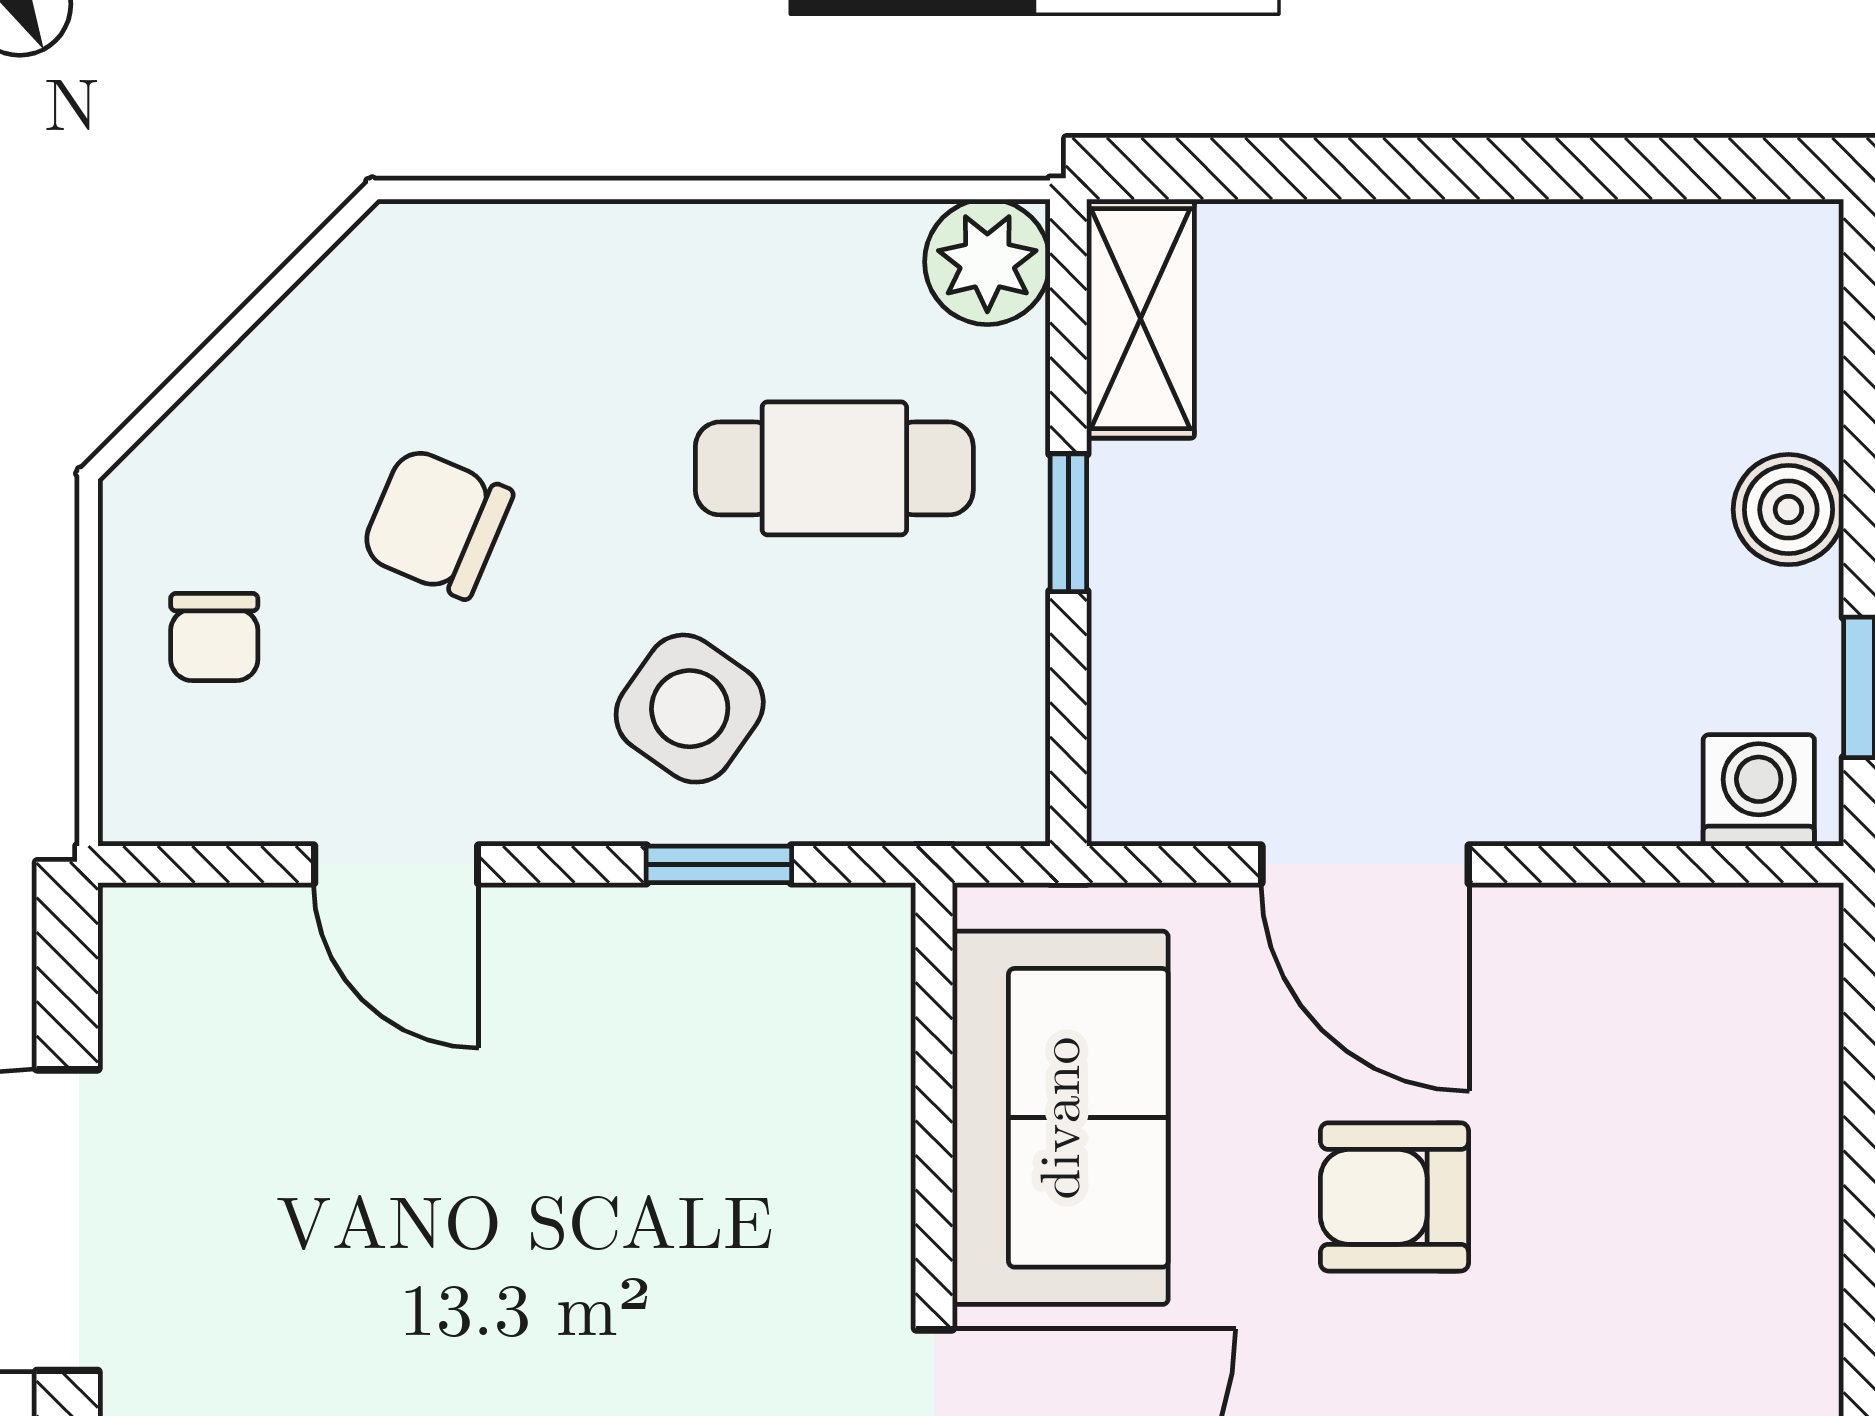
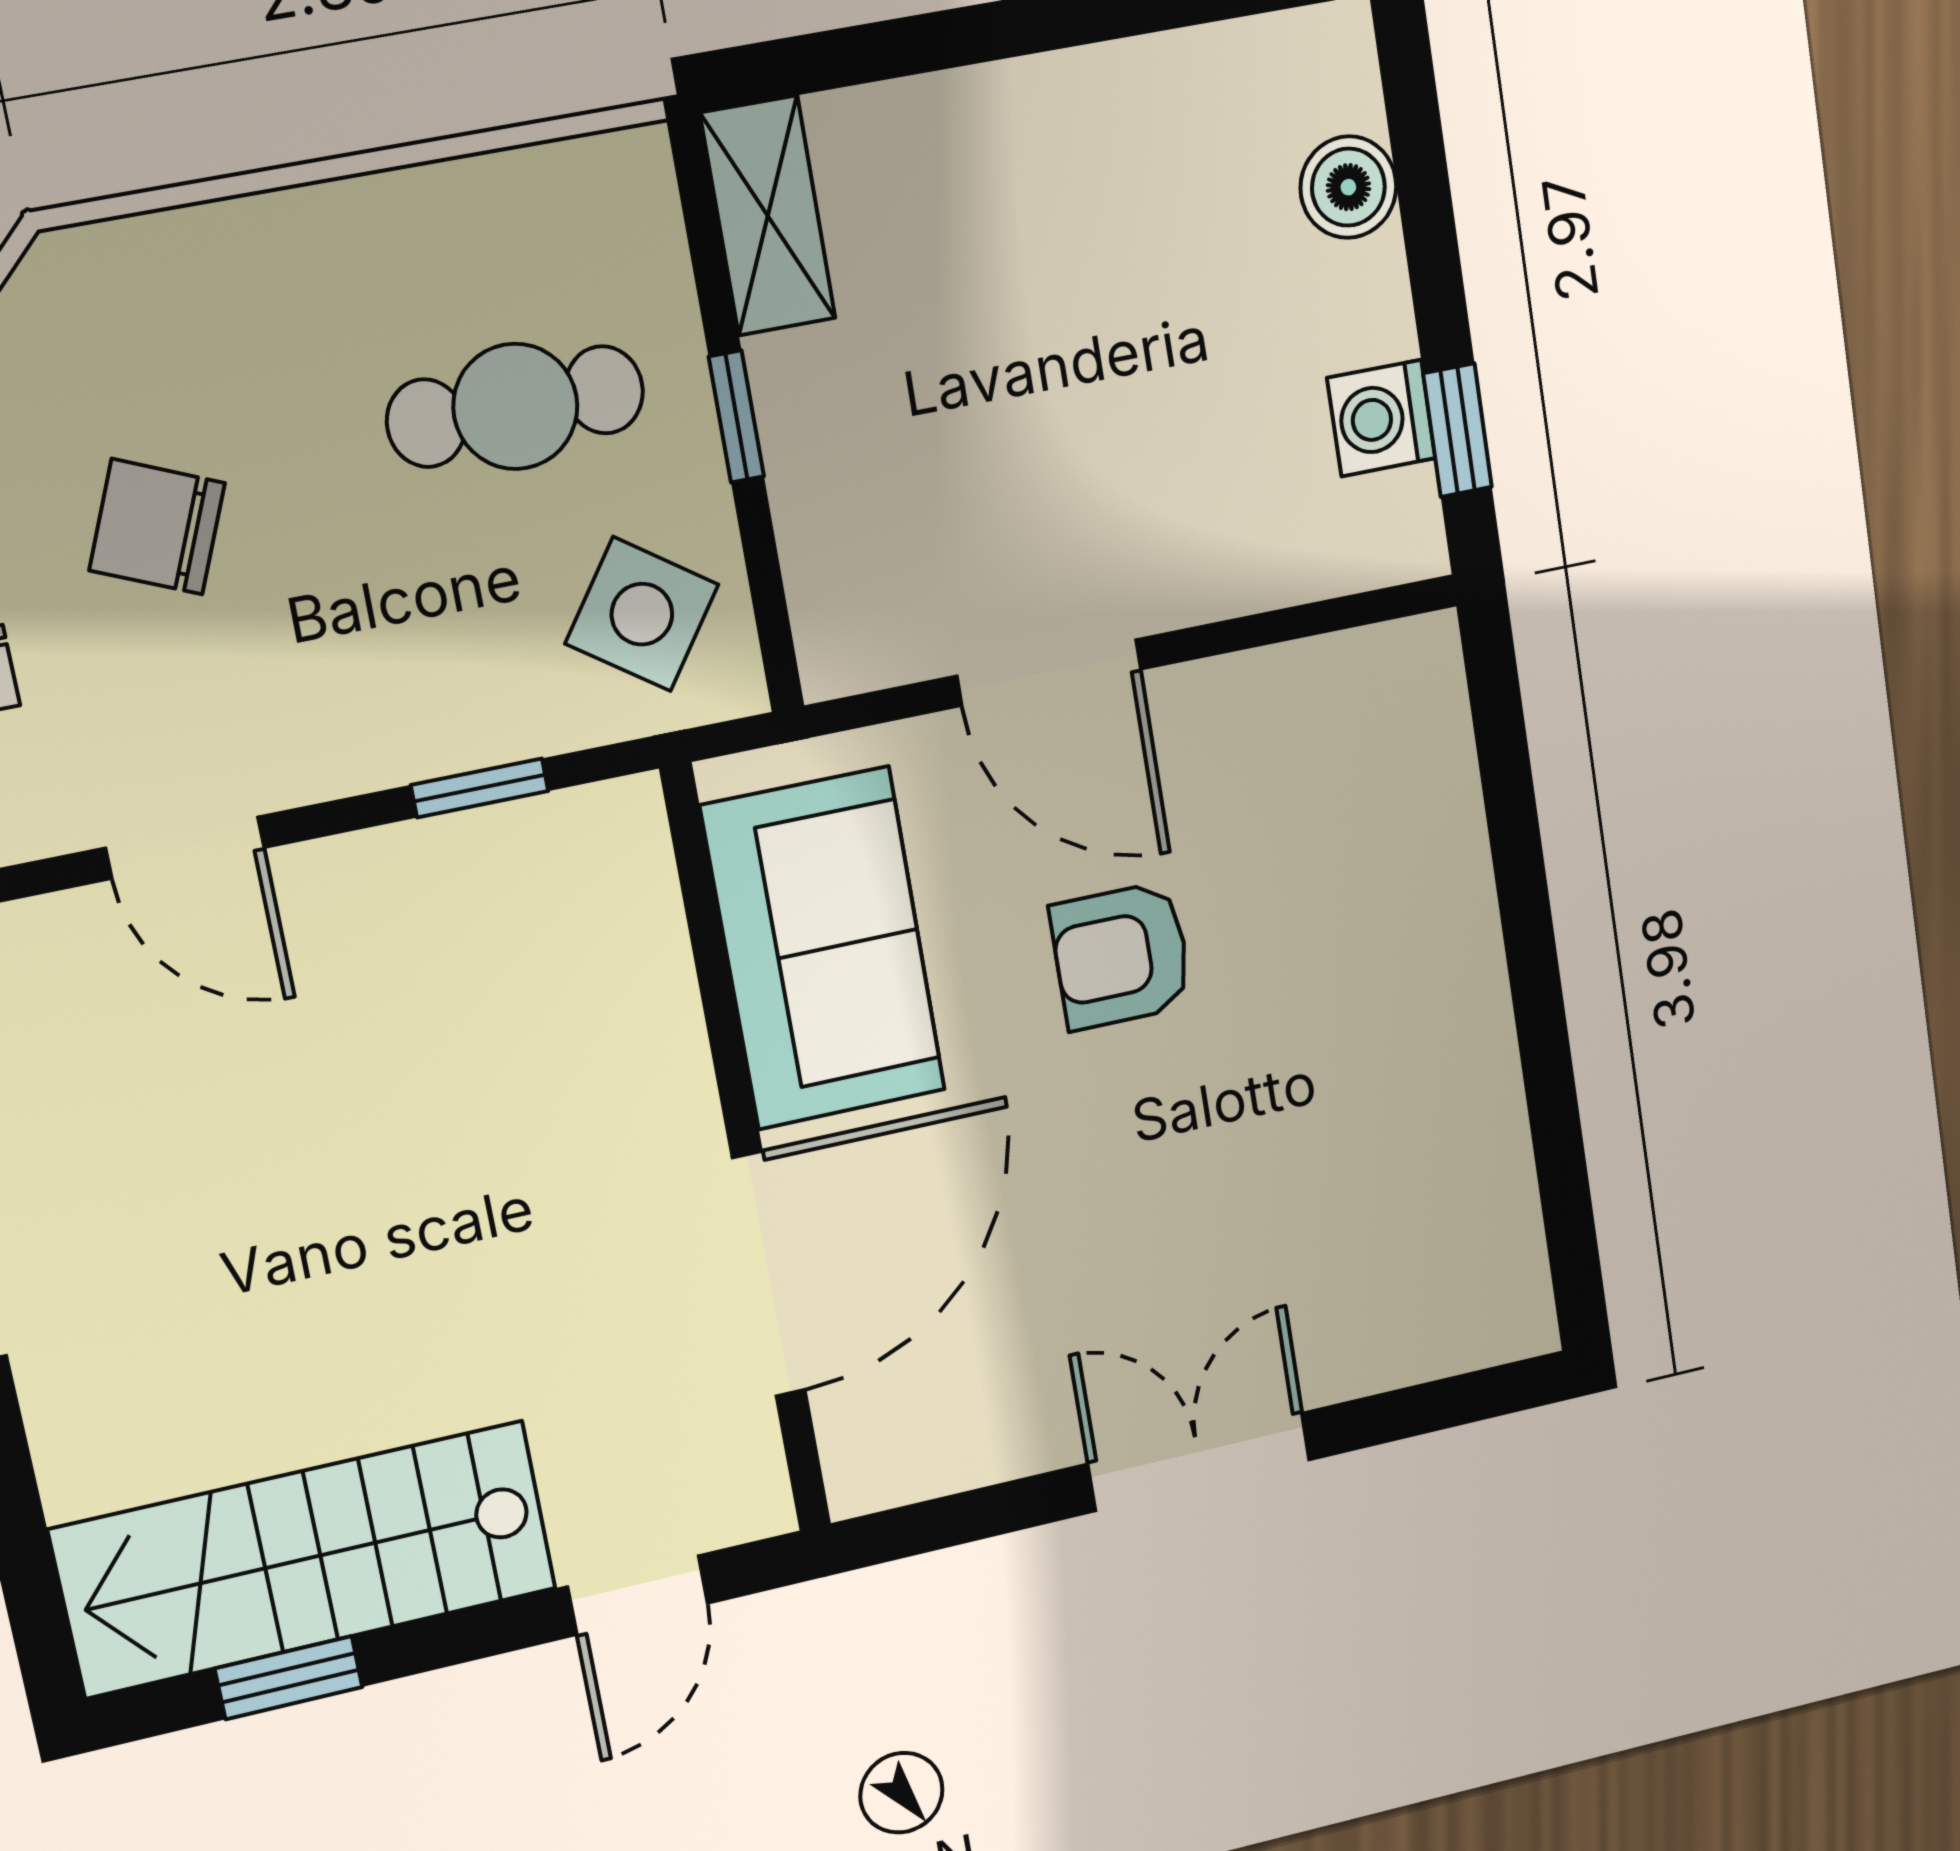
plant: (987, 262) -> (619, 188), removed
boiler: (1788, 510) -> (1348, 187), moved
side table: (690, 709) -> (642, 614), moved
washing machine: (1759, 790) -> (1381, 418), moved, turned -90

